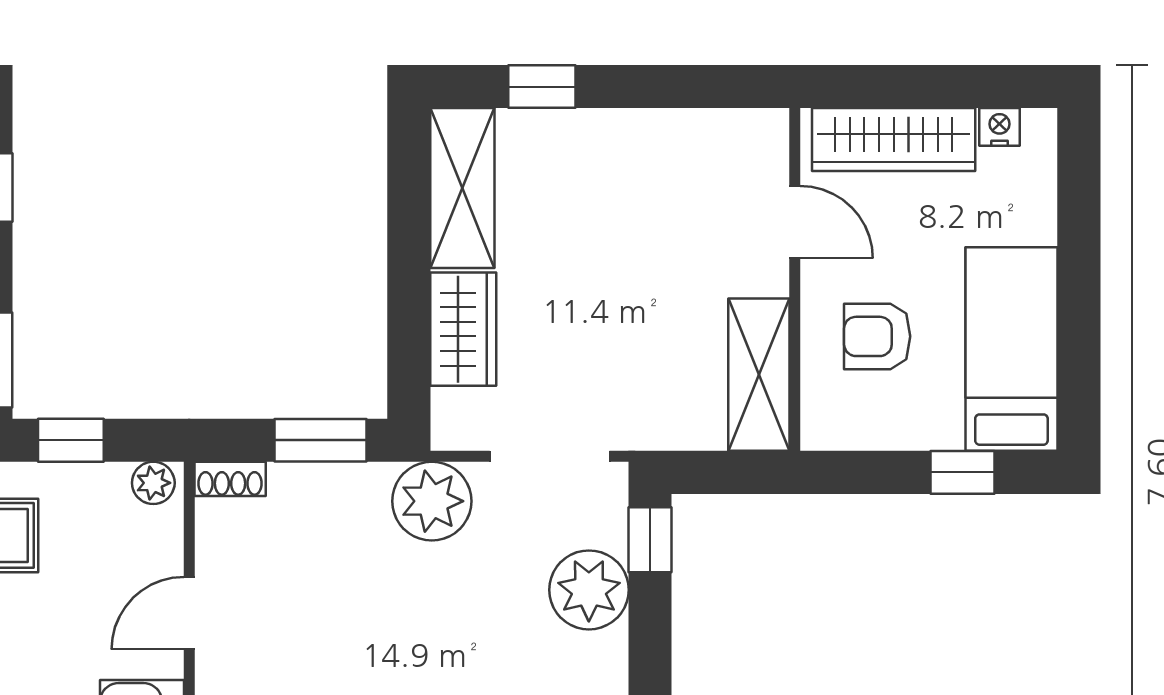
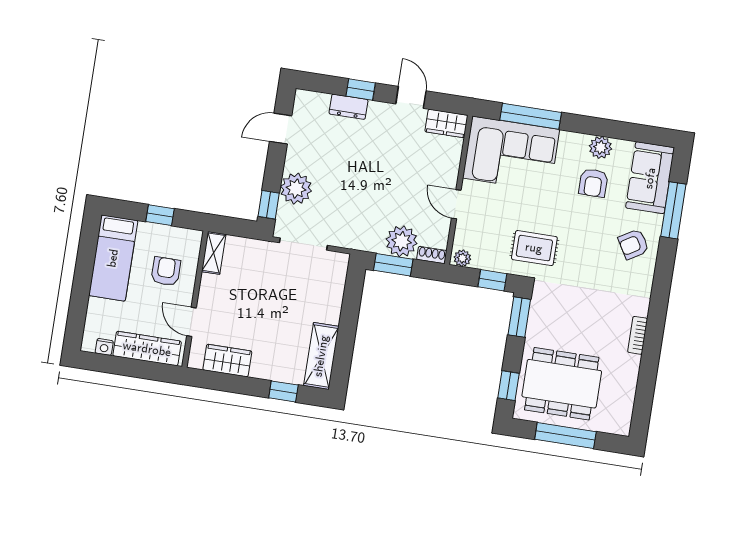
wardrobe: (463, 329) -> (227, 361), moved, turned 90
armchair: (877, 336) -> (166, 271), turned -90
shelving: (759, 375) -> (214, 253), width x0.67, depth x0.75
window: (962, 472) -> (160, 215), moved
plant: (432, 501) -> (402, 241), moved
door: (189, 613) -> (456, 204), swing flipped

